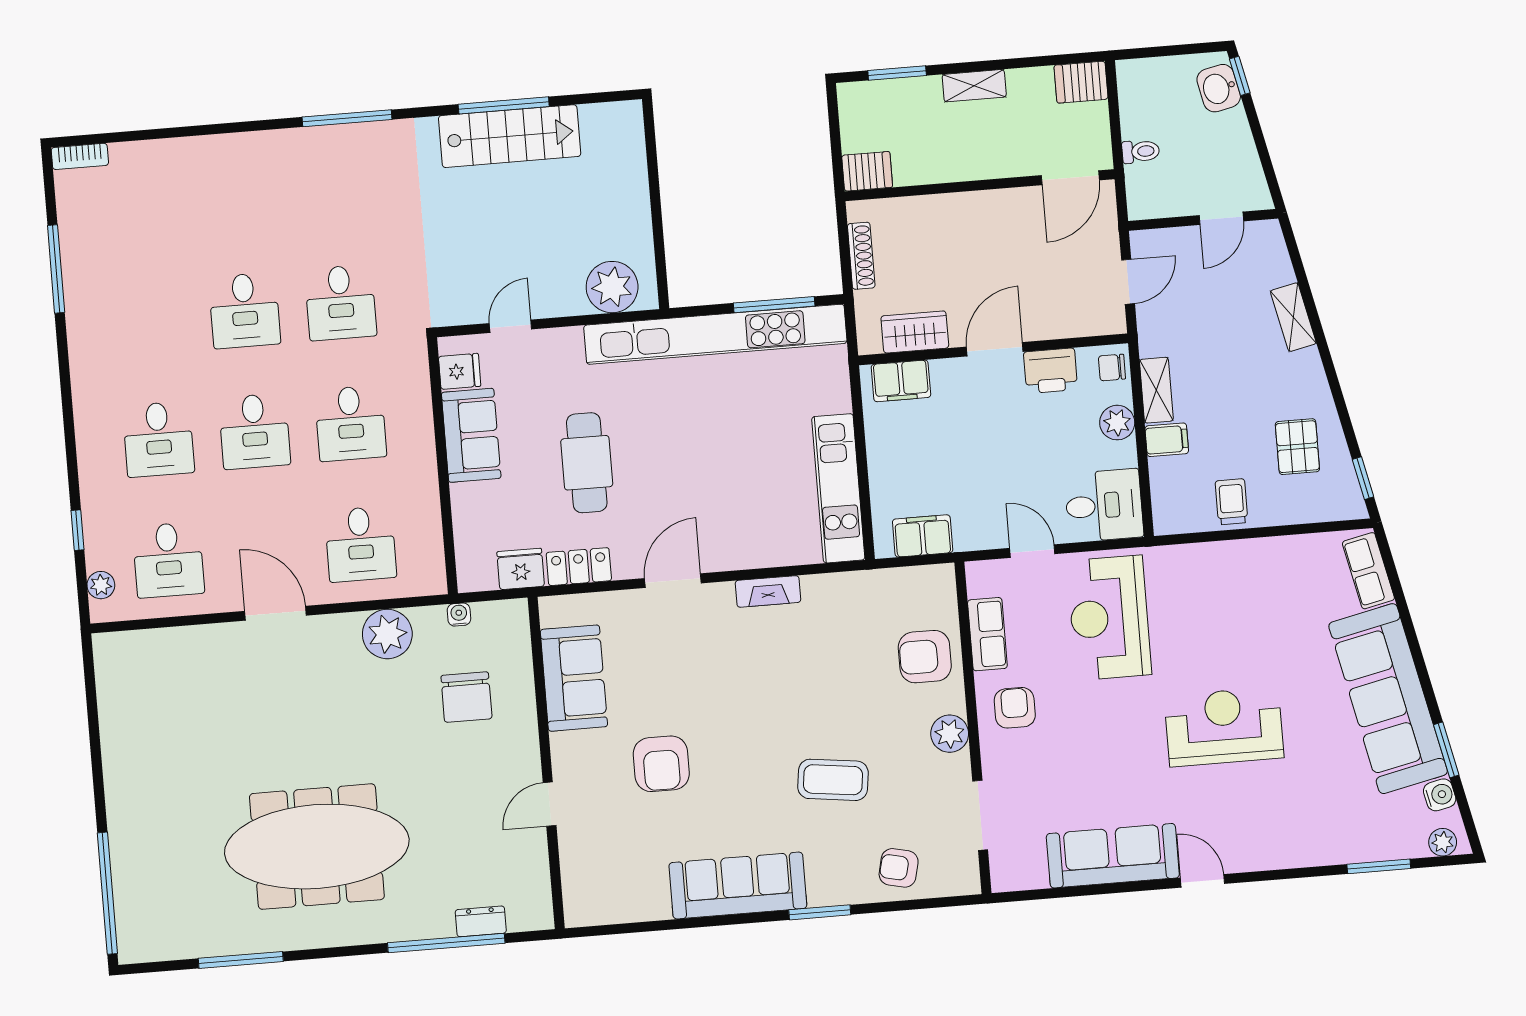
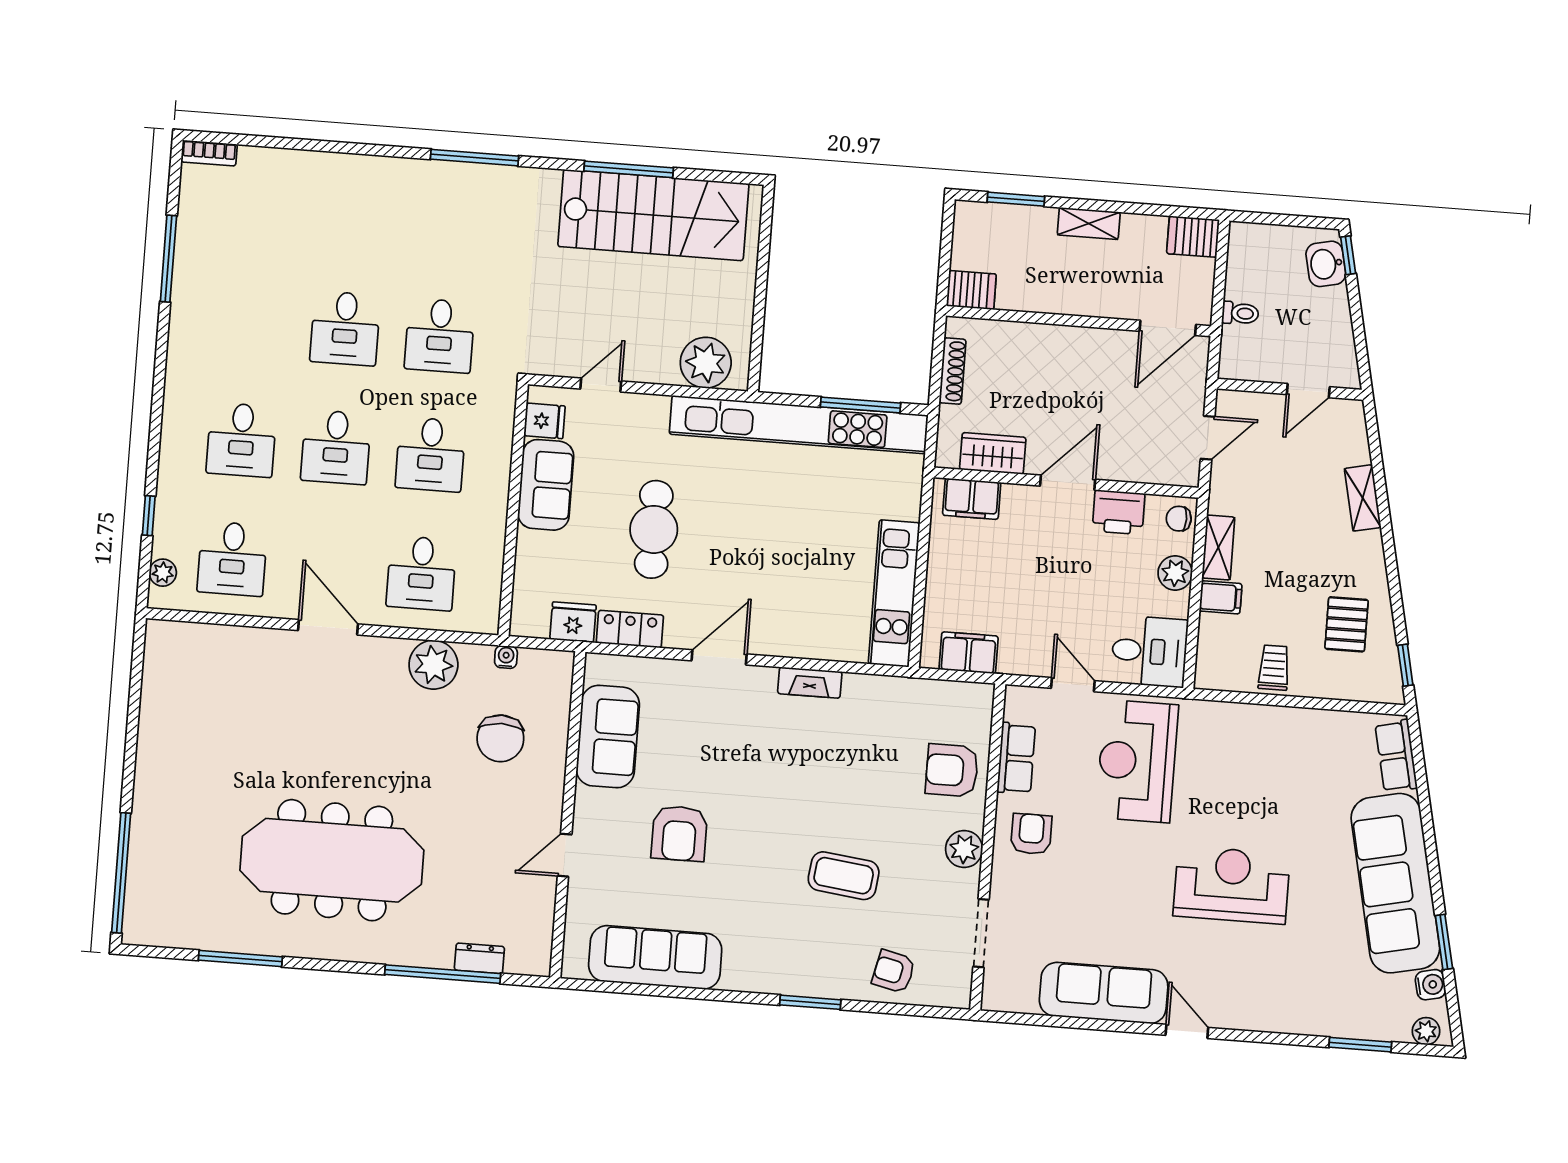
stairs: (510, 136) -> (653, 215), width x1.36, depth x1.51
sofa: (738, 886) -> (655, 957), moved

